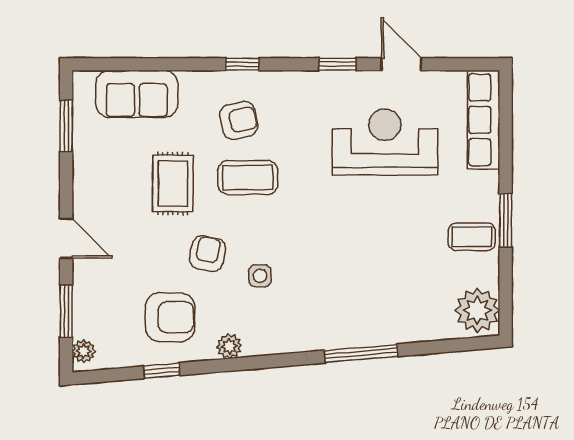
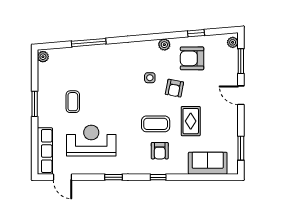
door: (401, 64) -> (63, 177), moved
armchair: (239, 120) -> (160, 151), turned -78
reception desk: (385, 142) -> (91, 141), turned 180
coffee table: (472, 237) -> (73, 102), moved, turned 90
plant: (477, 310) -> (43, 57), width x0.53, depth x0.53
window: (361, 353) -> (89, 43), moved

